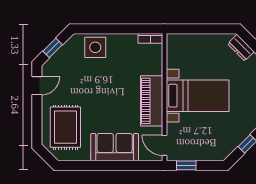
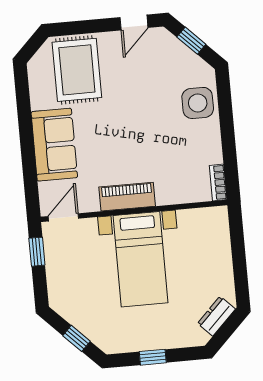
door: (37, 86) -> (134, 23), hinge flipped
piano: (152, 101) -> (127, 197), width x0.73, depth x0.75
rug: (65, 127) -> (77, 70), turned 90

